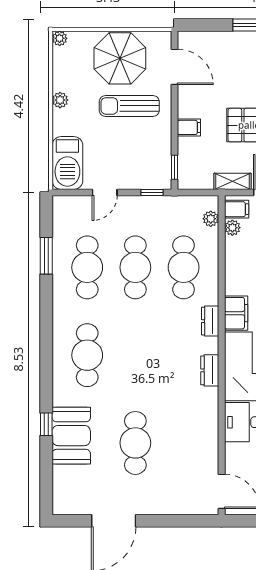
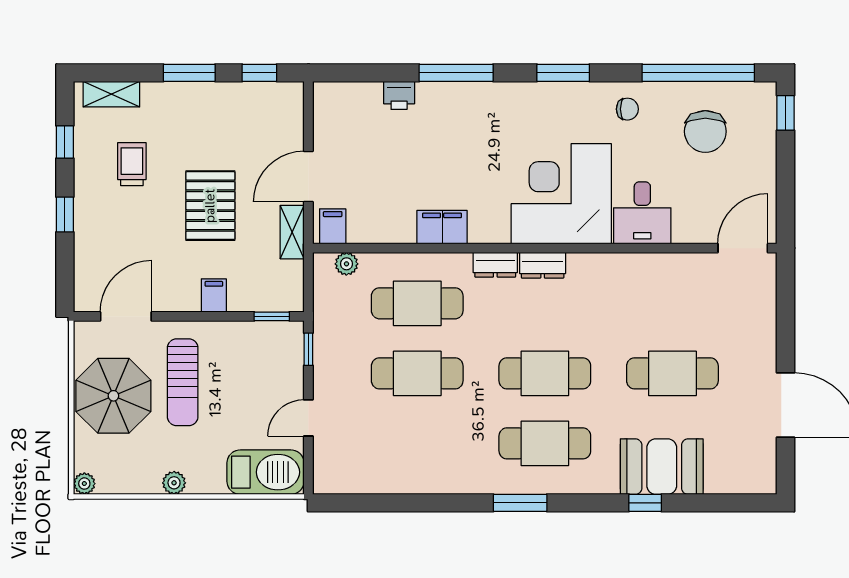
door: (105, 193) -> (308, 418), swing flipped
plant: (232, 228) -> (360, 232), removed
window: (46, 256) -> (520, 503), moved
cafe table: (87, 267) -> (545, 373), moved
filing cabinet: (236, 313) -> (442, 227), moved
dresser: (210, 370) -> (543, 265), moved

